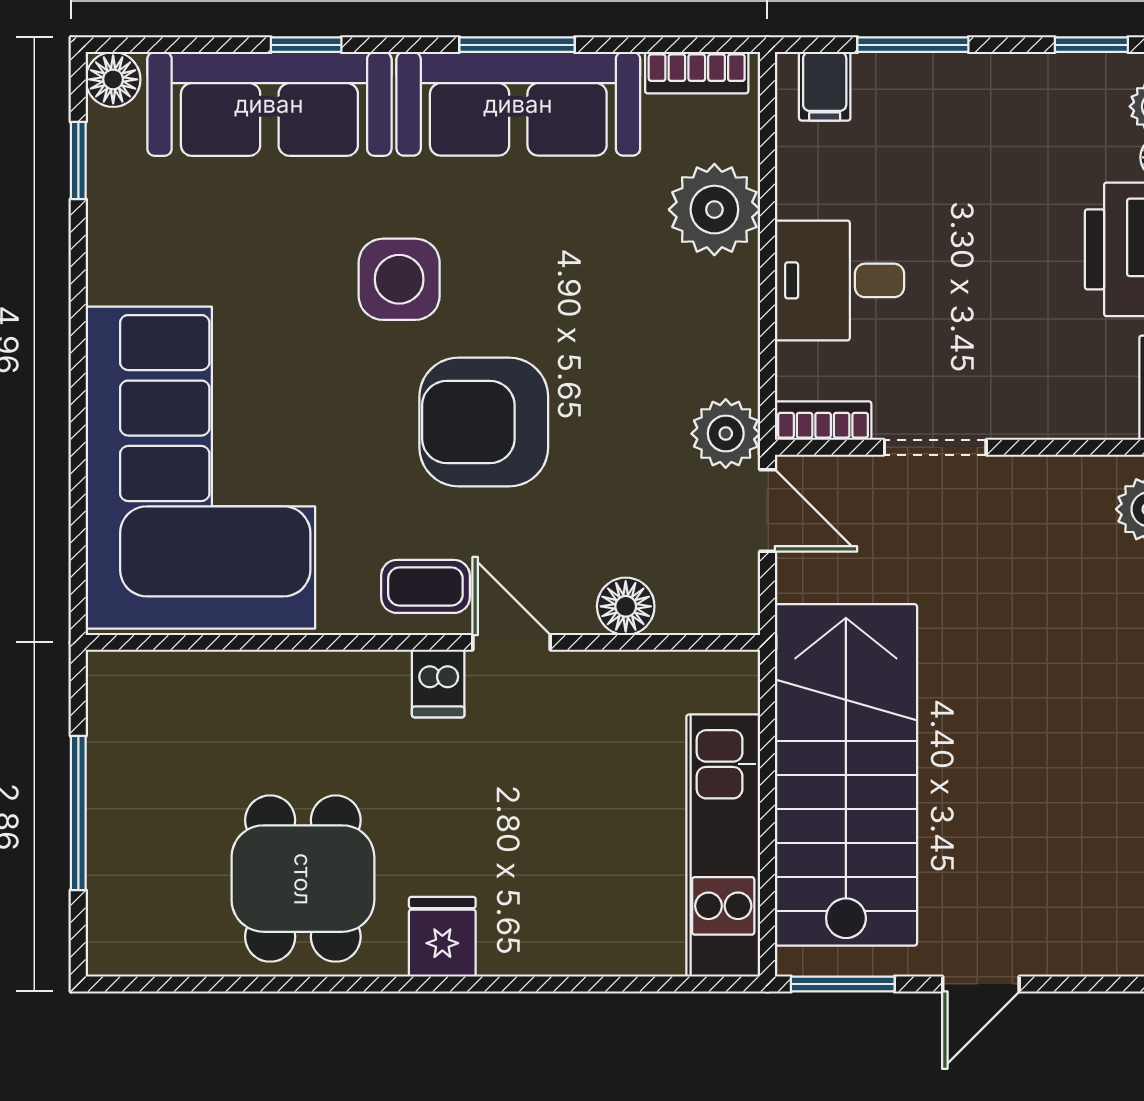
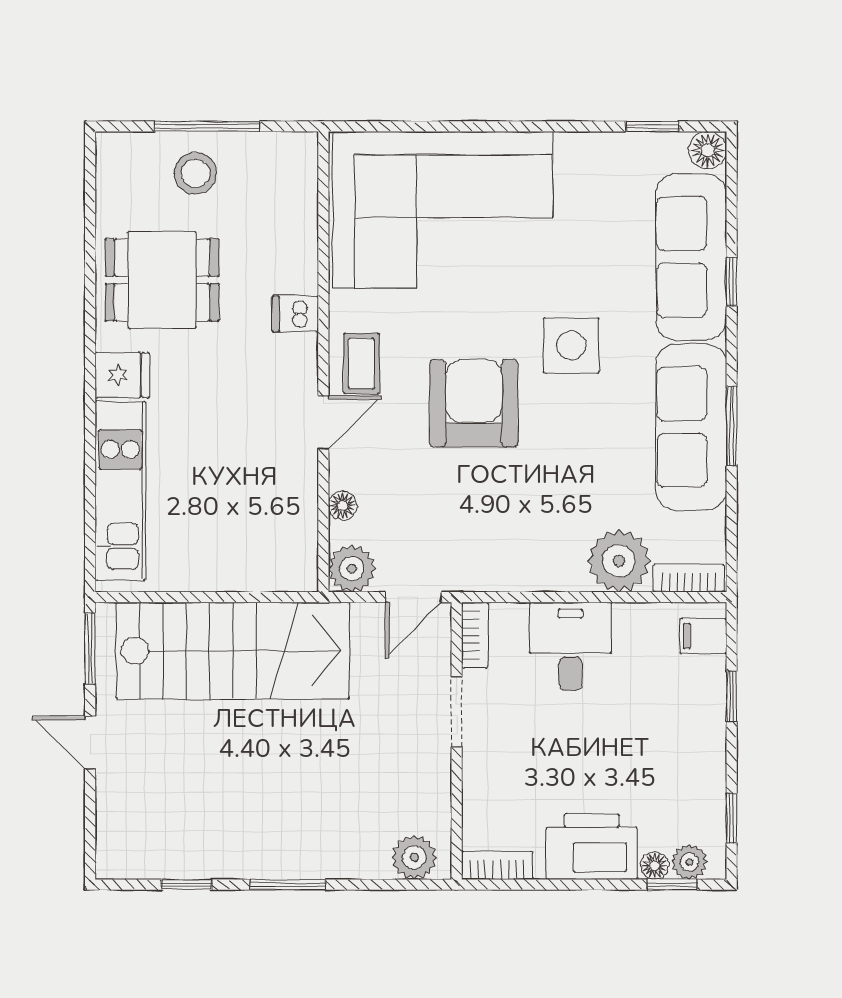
window: (913, 45) -> (732, 696), width x0.67
bookcase: (697, 73) -> (689, 578), moved, turned 90
plant: (726, 434) -> (352, 569), moved
floor lamp: (626, 606) -> (343, 506), width x0.73, depth x0.73
dishwasher: (438, 684) -> (295, 314), moved
stool: (147, 830) -> (195, 173), added
kitchen unit: (723, 846) -> (120, 491), moved, turned 90

